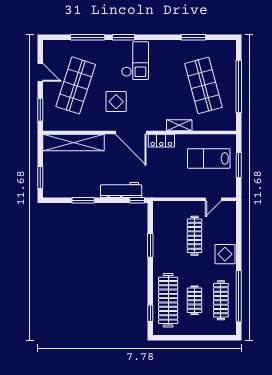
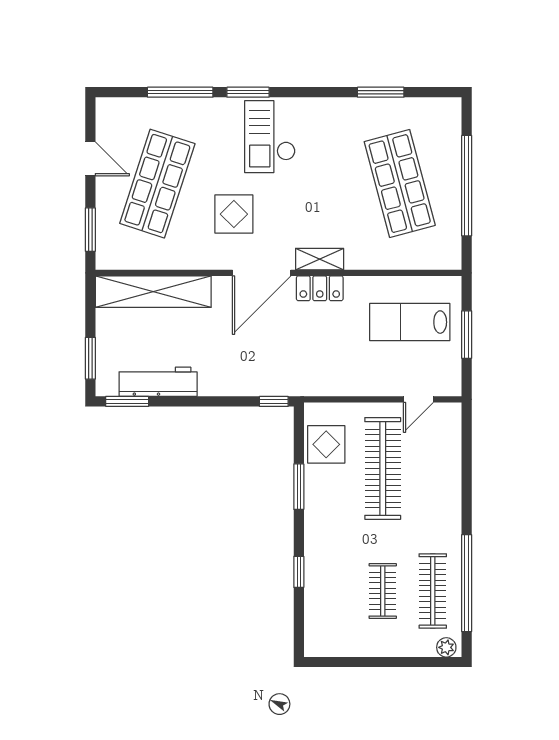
checkout: (135, 61) -> (270, 137), turned 180
shelving: (179, 125) -> (320, 259), moved
door: (131, 133) -> (262, 273), hinge flipped
workbench: (121, 190) -> (158, 382), moved
window: (83, 200) -> (127, 401), moved
clothes rail: (195, 236) -> (383, 468), width x1.37, depth x1.31
display table: (225, 254) -> (326, 444), moved
clothes rail: (168, 300) -> (333, 591), removed
window: (150, 313) -> (299, 572), moved
plant: (228, 330) -> (446, 647), added

